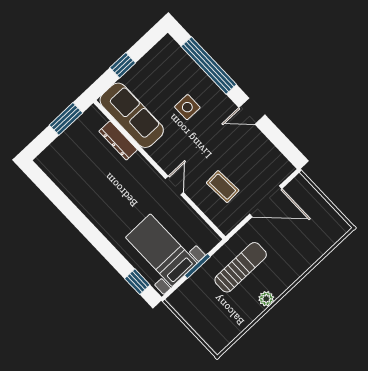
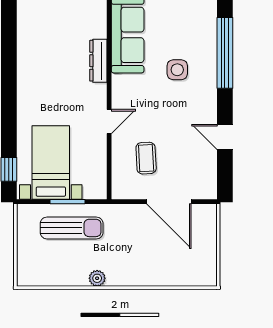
door: (252, 111) -> (225, 137), moved
dresser: (118, 140) -> (98, 61), moved
sun lounger: (241, 267) -> (72, 228), moved

